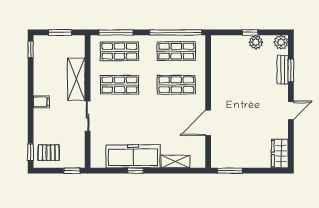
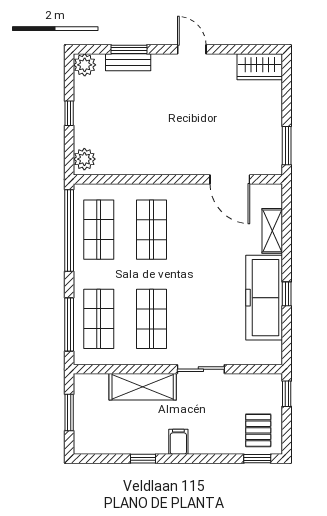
plant: (256, 42) -> (84, 159), moved
window: (31, 49) -> (143, 459), moved
door: (208, 123) -> (230, 179), moved

